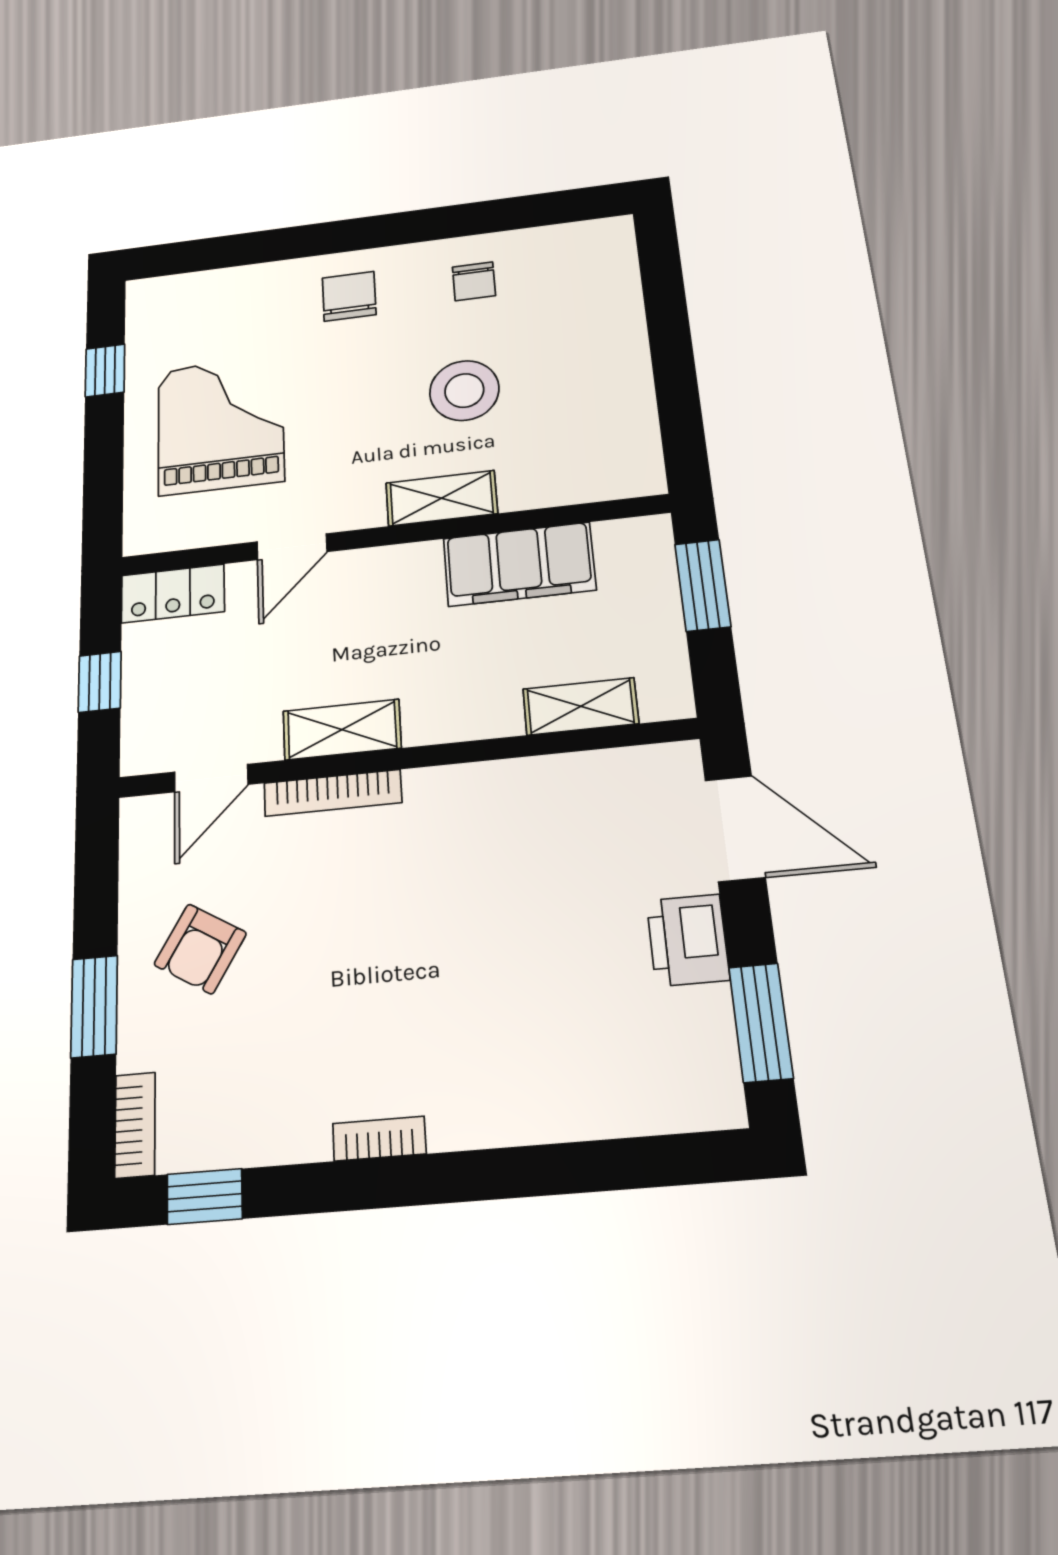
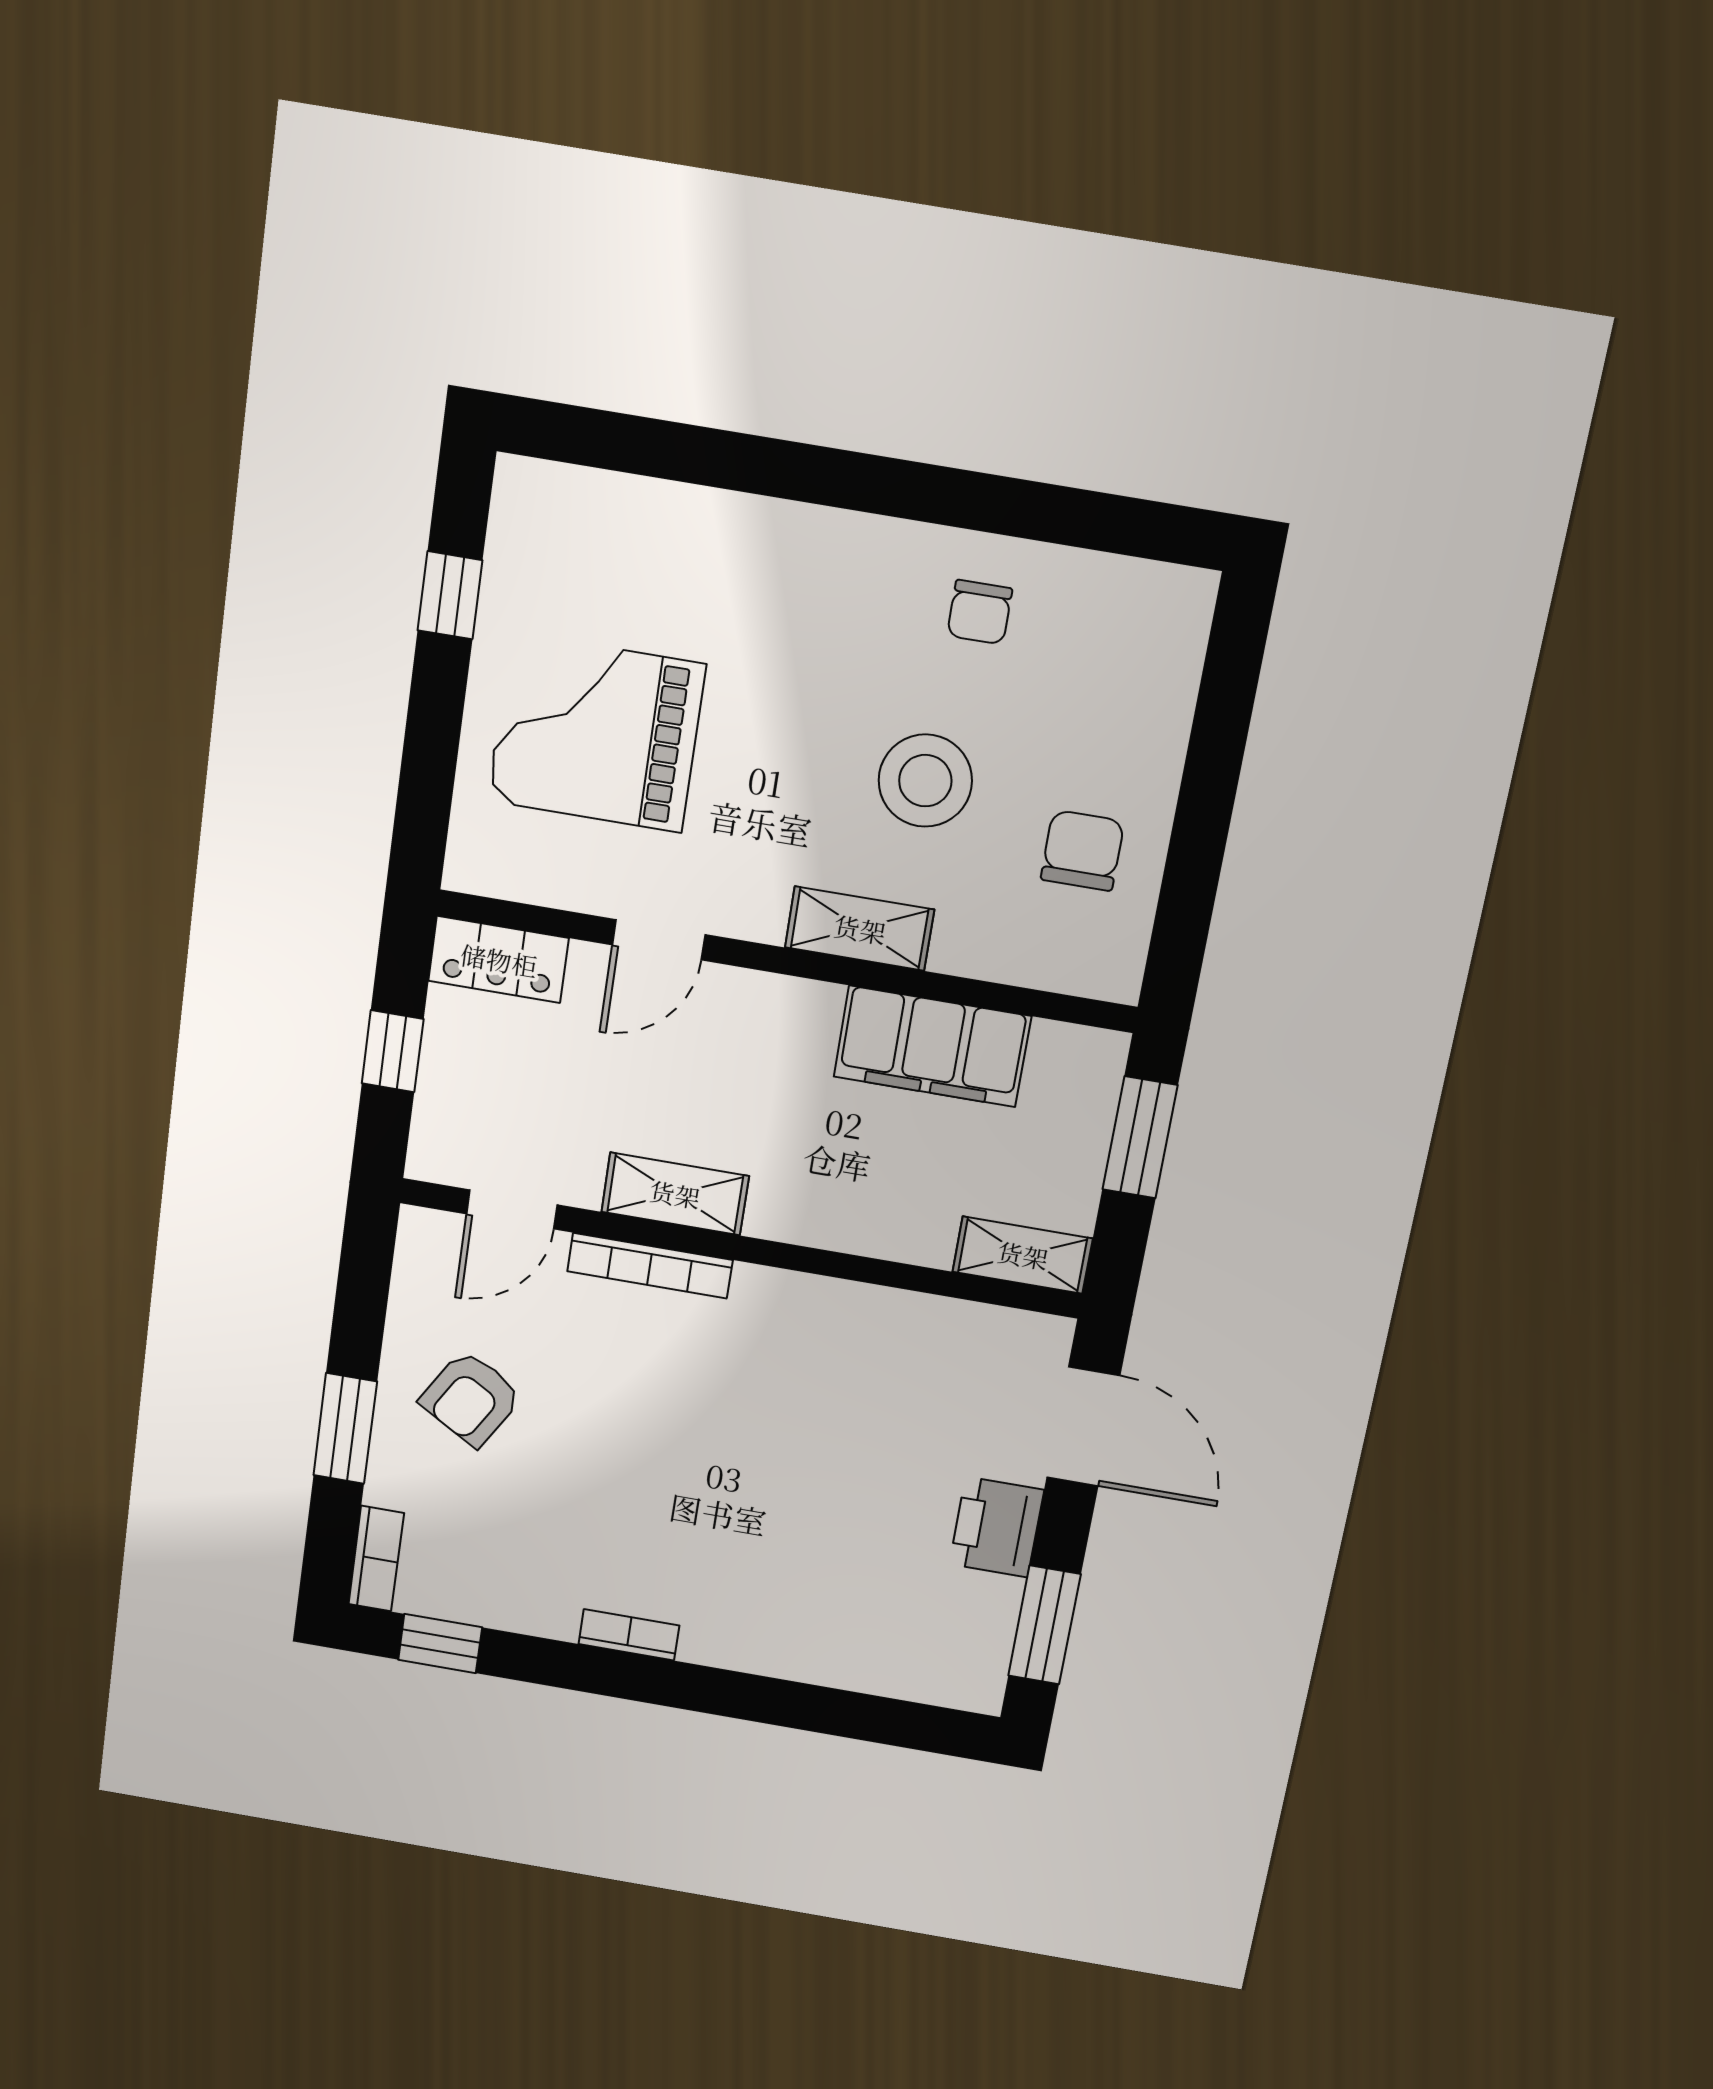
chair: (349, 296) -> (1082, 851), moved
grand piano: (221, 425) -> (596, 733), turned -90
shelving: (581, 706) -> (1023, 1255), moved

